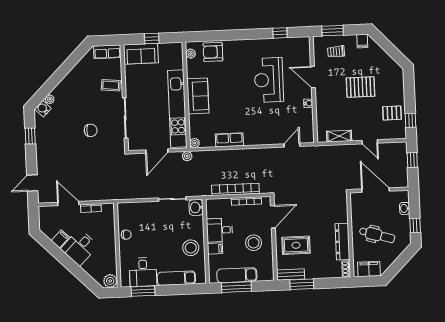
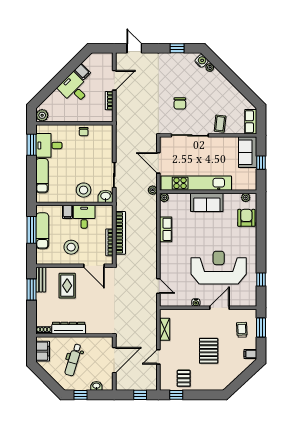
reception desk: (269, 80) -> (219, 268), width x1.36, depth x1.30
stool: (191, 248) -> (84, 190), moved

